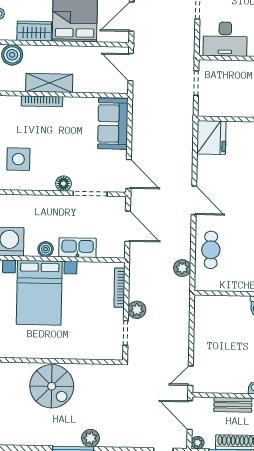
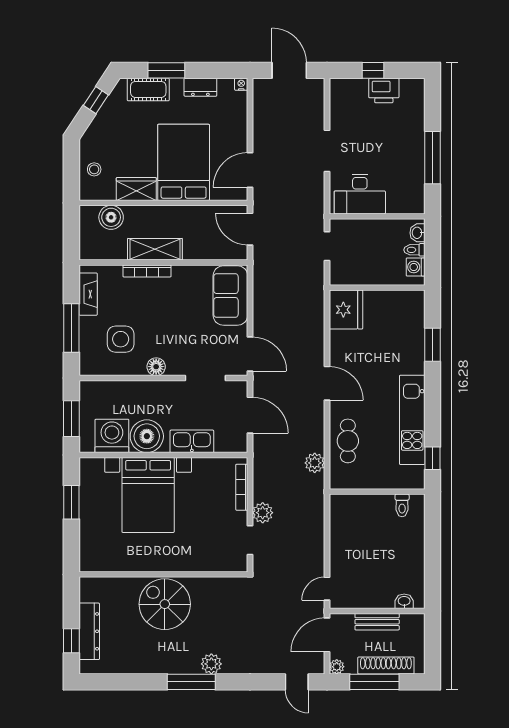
floor lamp: (63, 184) -> (156, 367), moved
boiler: (46, 249) -> (147, 436), width x1.86, depth x1.86
spiral stairs: (52, 386) -> (165, 604), turned 180
door: (190, 415) -> (327, 635), hinge flipped

